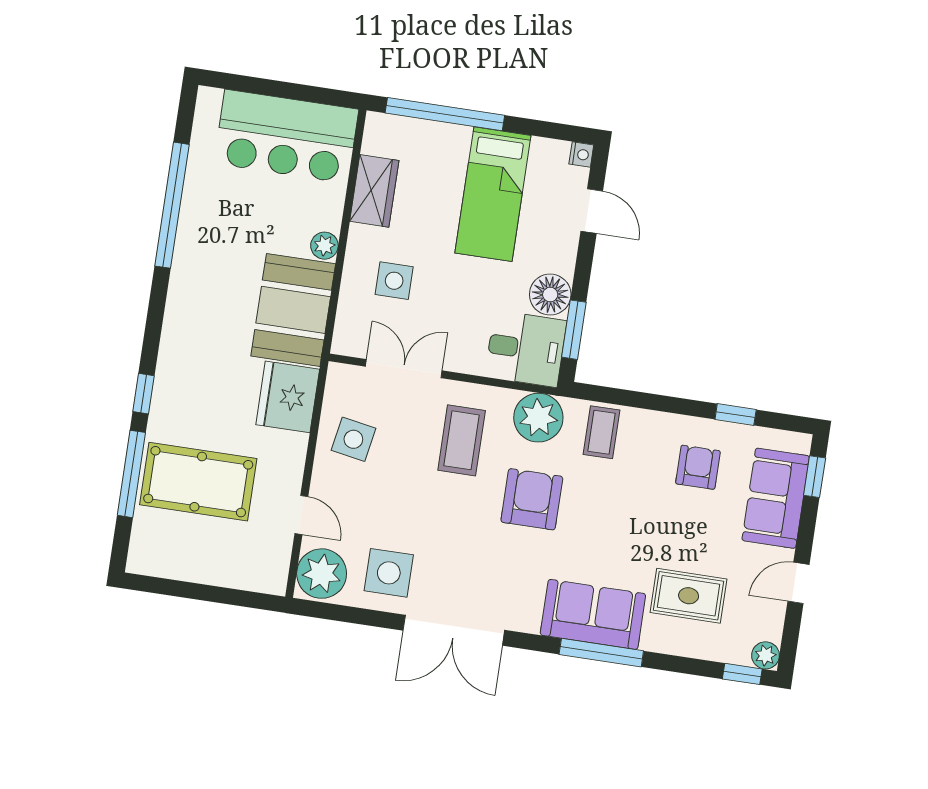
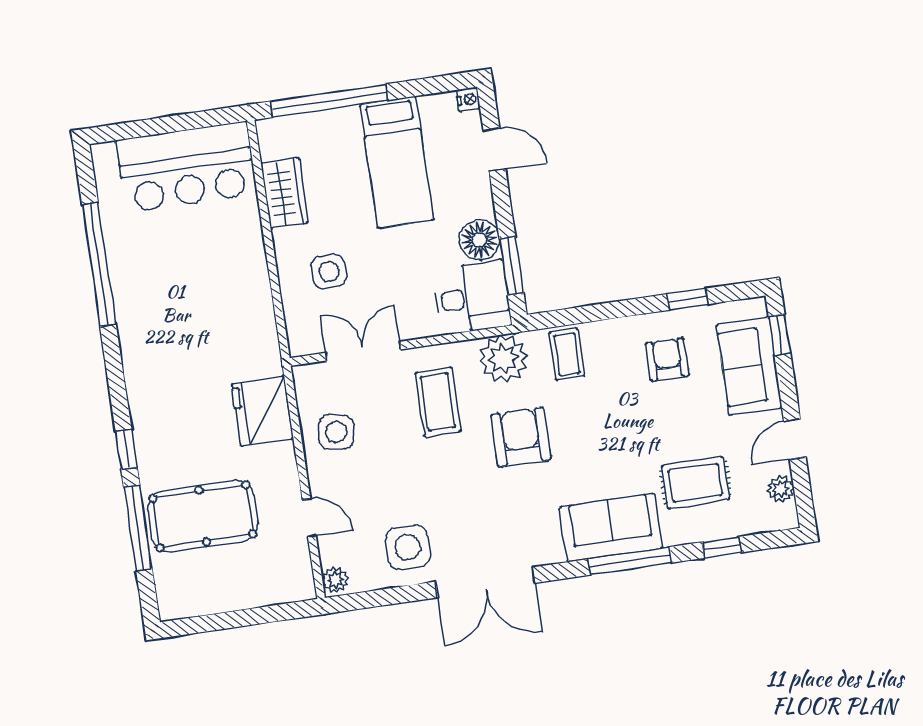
plant: (324, 246) -> (254, 259), removed
booth: (293, 310) -> (243, 328), removed
plant: (322, 574) -> (335, 580), width x0.53, depth x0.53
plant: (766, 655) -> (781, 489), moved
window: (742, 674) -> (722, 547), moved

